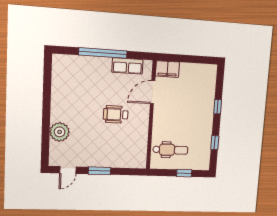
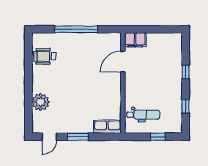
row of seats: (127, 66) -> (107, 127), moved, turned 180
wheelchair: (116, 114) -> (45, 56), moved

